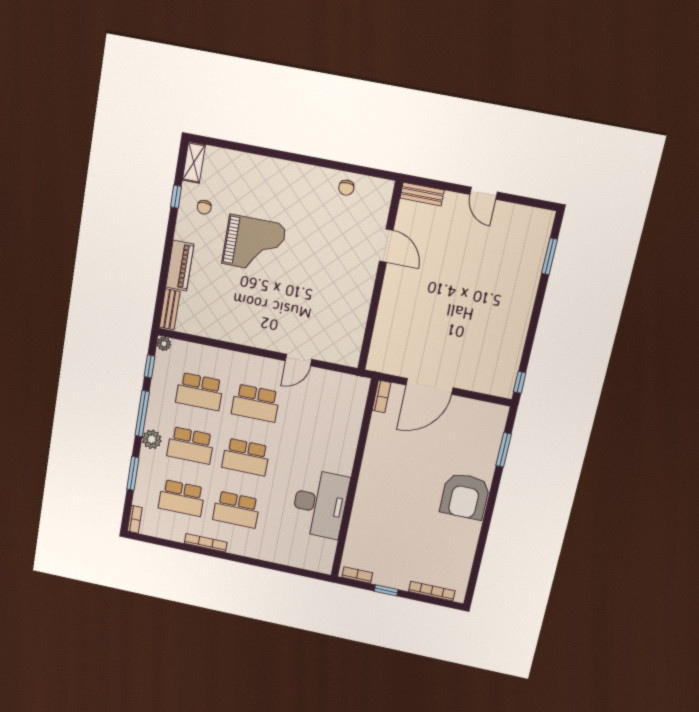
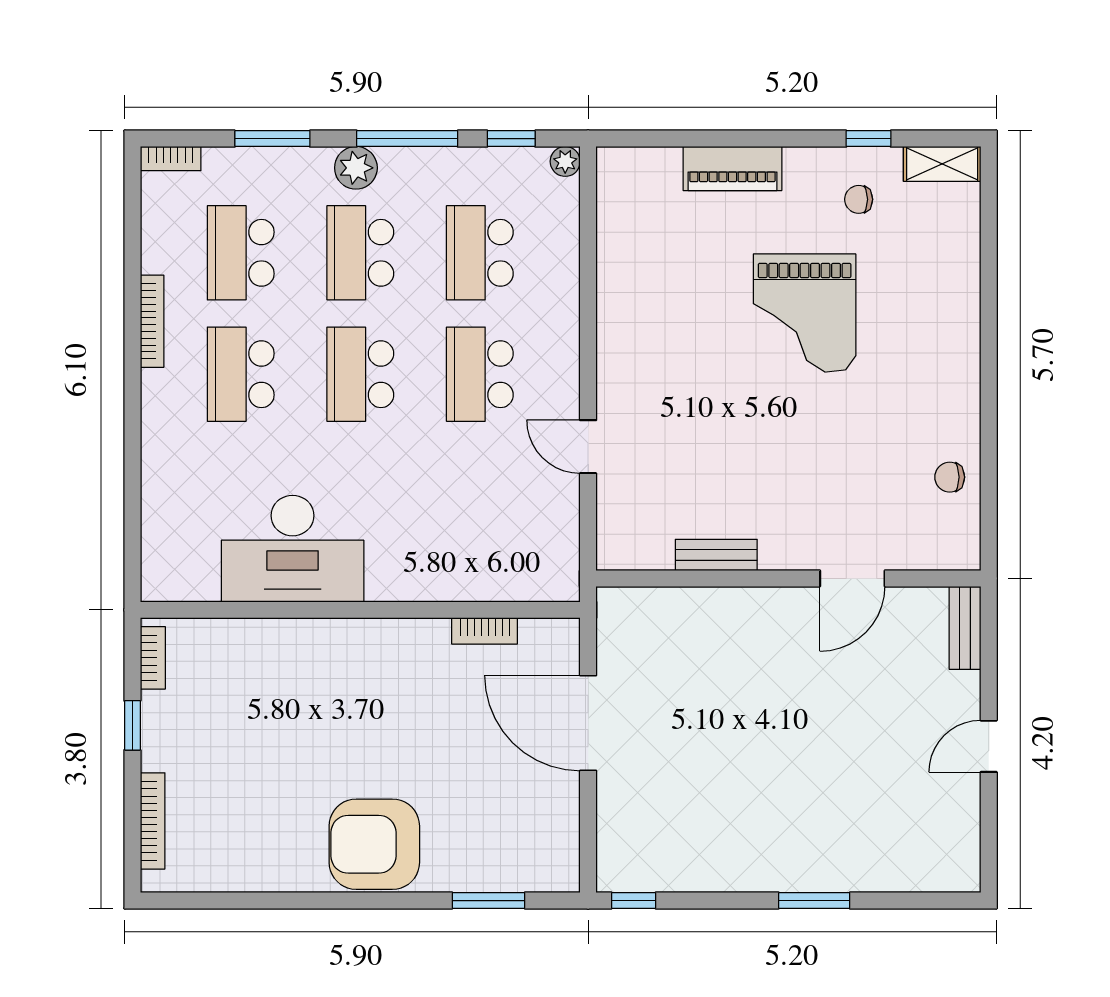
window: (550, 256) -> (814, 901), moved
bench: (170, 309) -> (716, 555), moved
bookcase: (382, 397) -> (485, 631), moved

